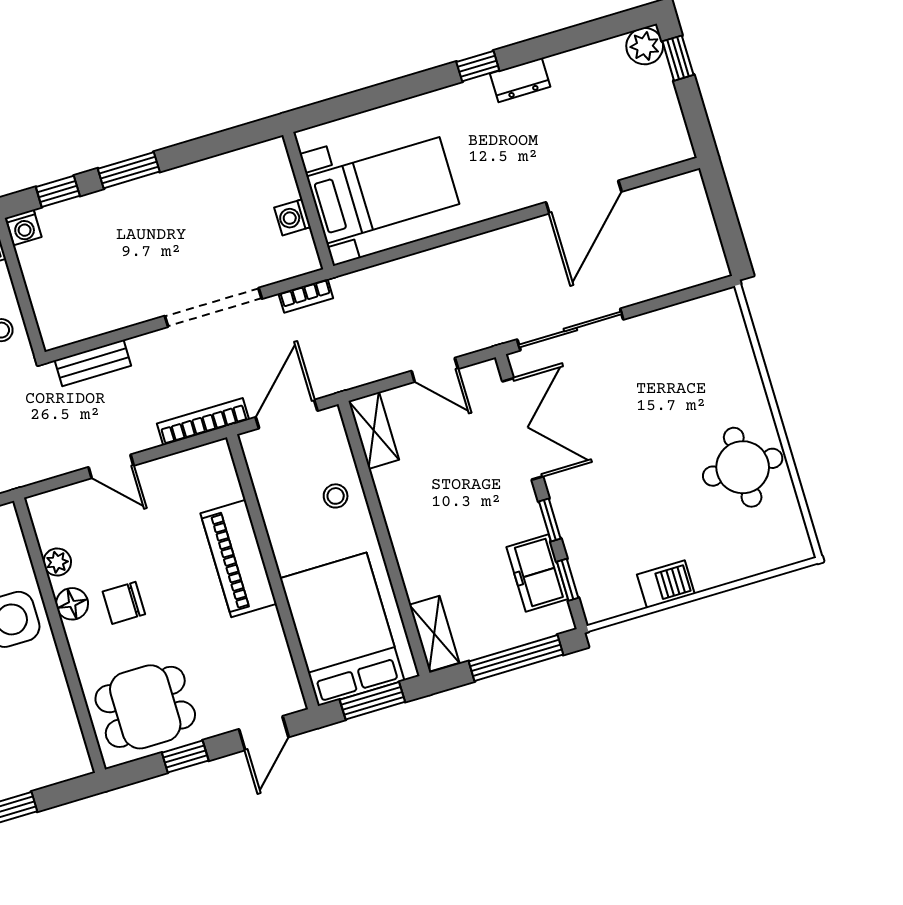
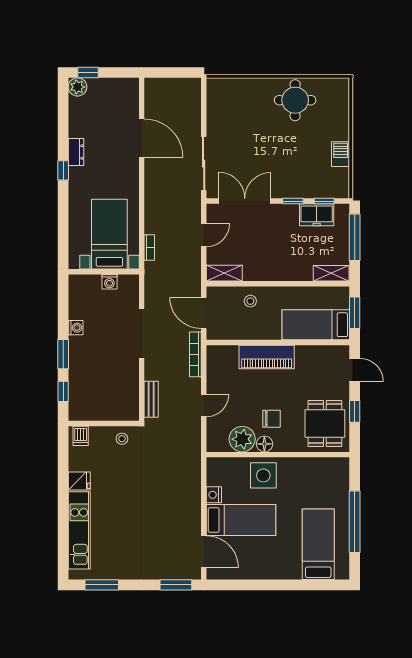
washing machine: (24, 227) -> (76, 328), moved
bookcase: (306, 296) -> (149, 247), moved
plant: (57, 562) -> (242, 439), width x1.88, depth x1.88
chair: (124, 603) -> (272, 419), turned -90
bed: (342, 629) -> (316, 325), width x0.67

